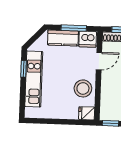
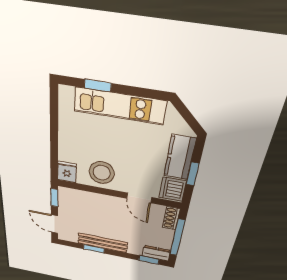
window: (74, 28) -> (193, 174), width x0.67
window: (23, 69) -> (98, 86), moved

